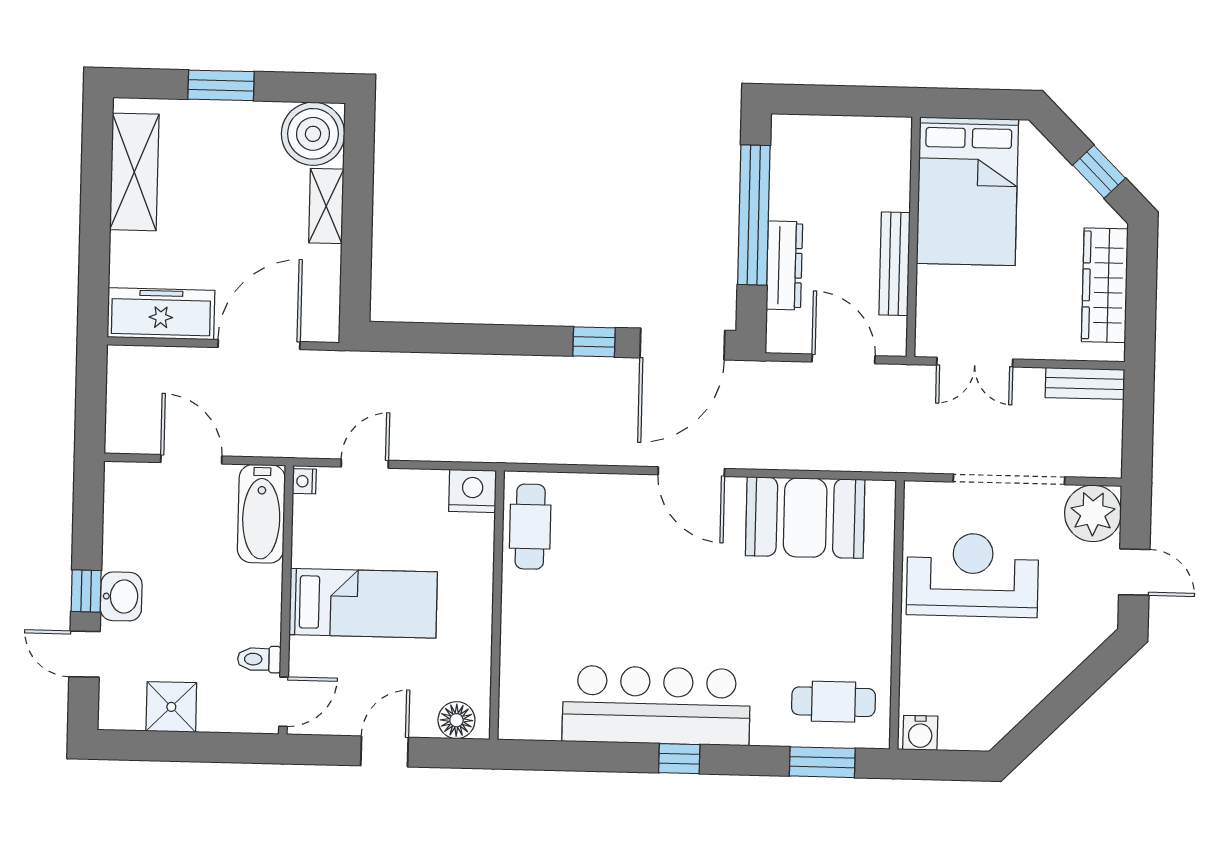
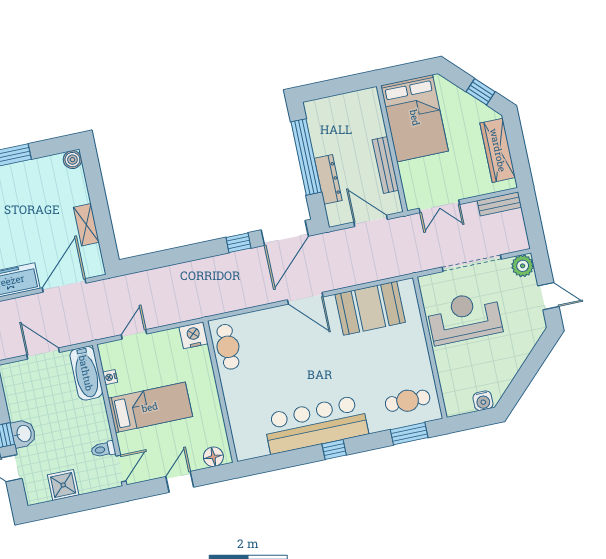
boiler: (313, 134) -> (72, 160), width x0.54, depth x0.54
shelving: (326, 206) -> (86, 225), moved
nightstand: (304, 481) -> (110, 377), moved
plant: (1093, 513) -> (523, 266), width x0.73, depth x0.73
water cooler: (920, 733) -> (483, 401), moved

